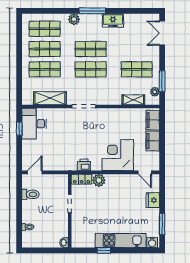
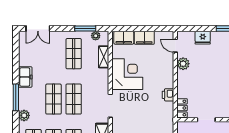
corner desk: (118, 155) -> (127, 74), moved, turned 180
printer: (84, 165) -> (168, 95), moved
door: (145, 172) -> (175, 46), swing flipped
plant: (99, 180) -> (183, 64), moved

